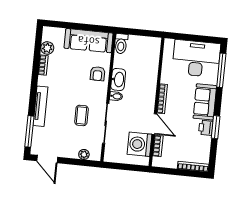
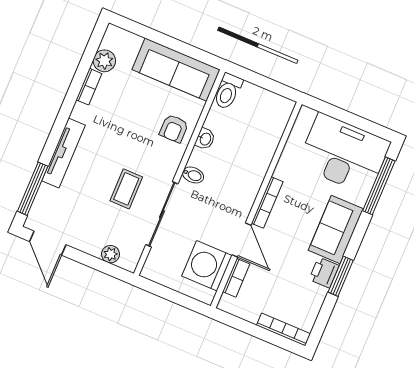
washbasin: (118, 79) -> (205, 139), width x0.52, depth x0.69

